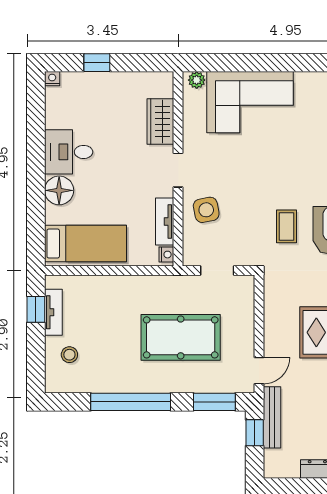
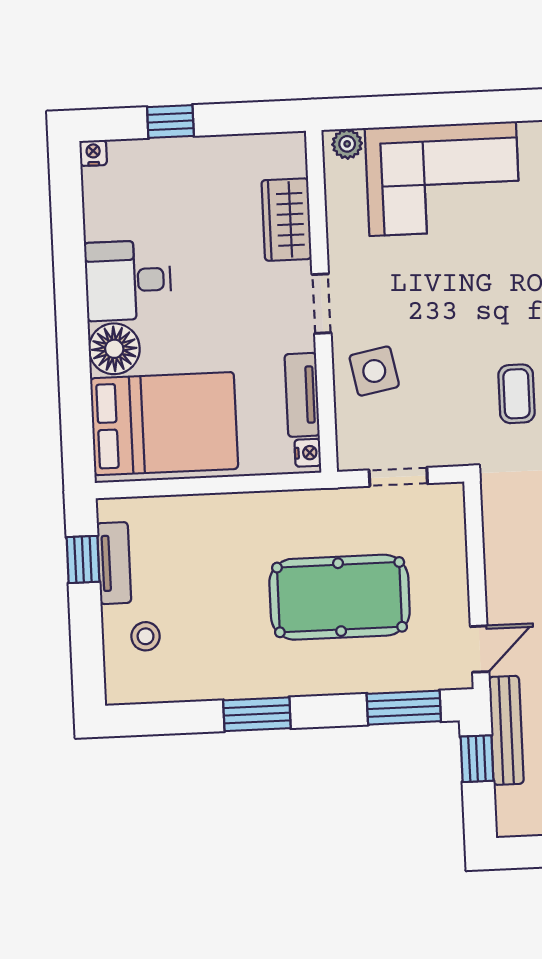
bed: (85, 244) -> (164, 424), width x1.50
window: (131, 402) -> (257, 714), width x0.47

